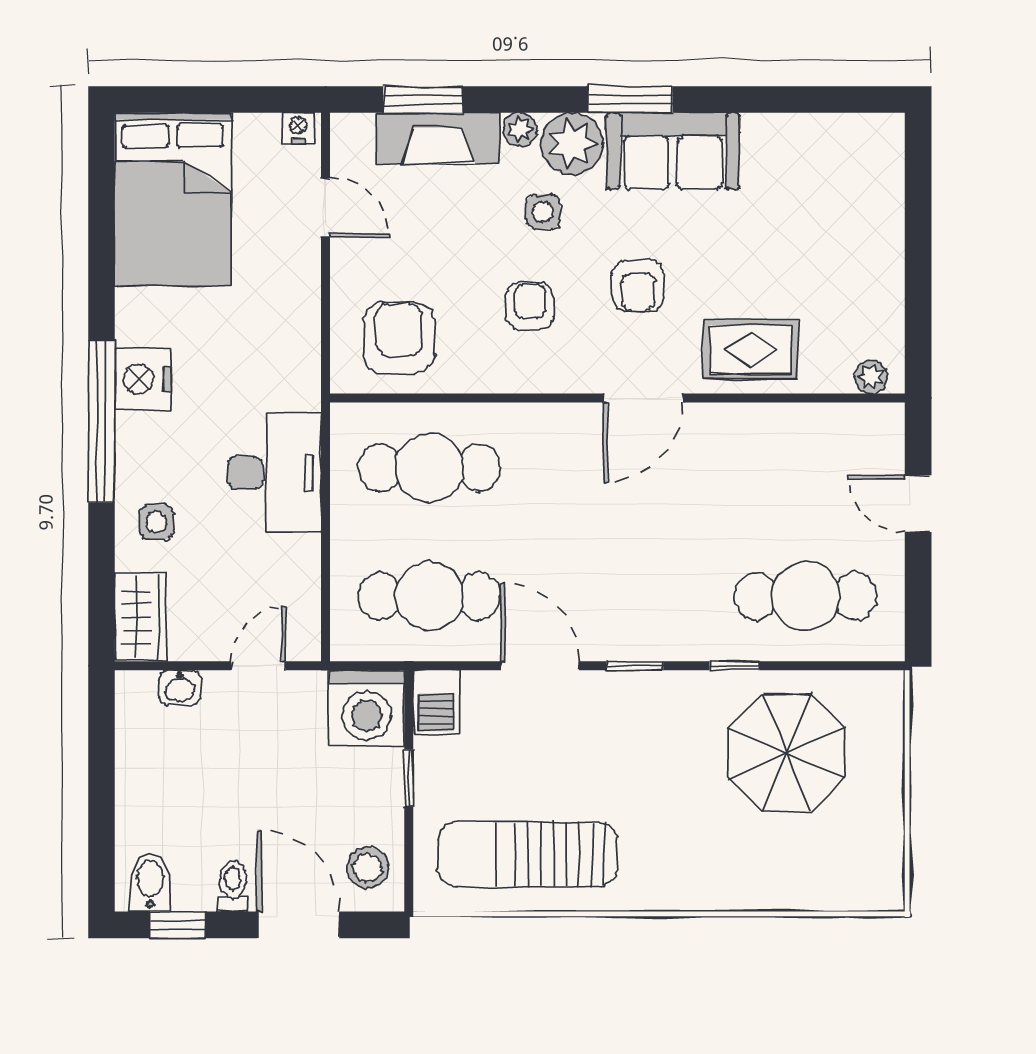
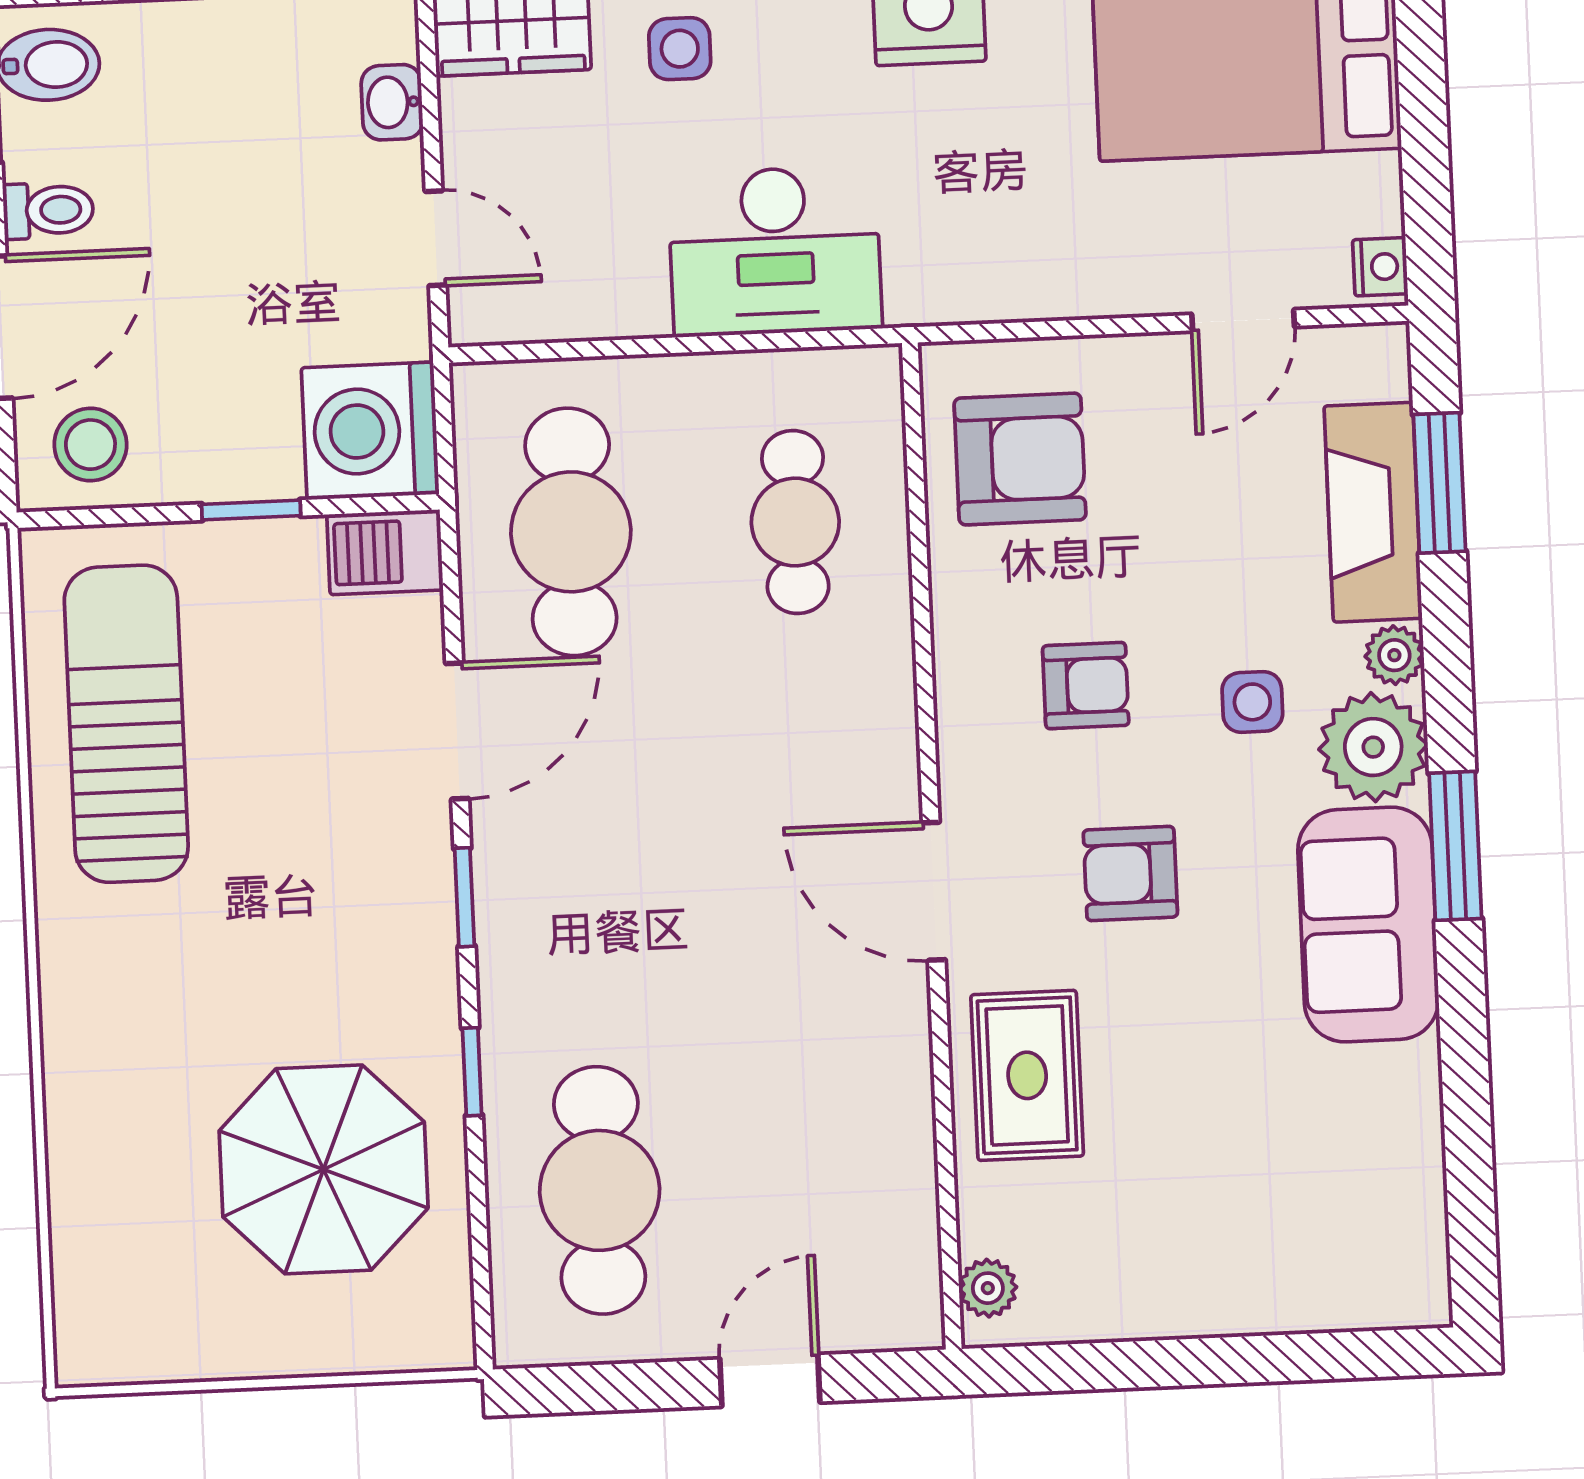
cafe table: (429, 468) -> (795, 522), width x0.73, depth x0.74

